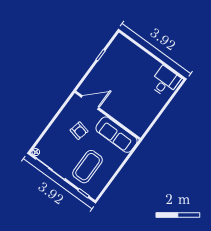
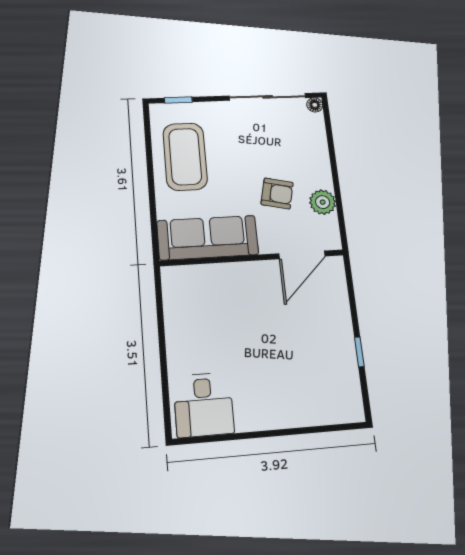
plant: (66, 115) -> (323, 202), added
armchair: (79, 131) -> (277, 193), turned 180
coffee table: (88, 167) -> (185, 157), moved

